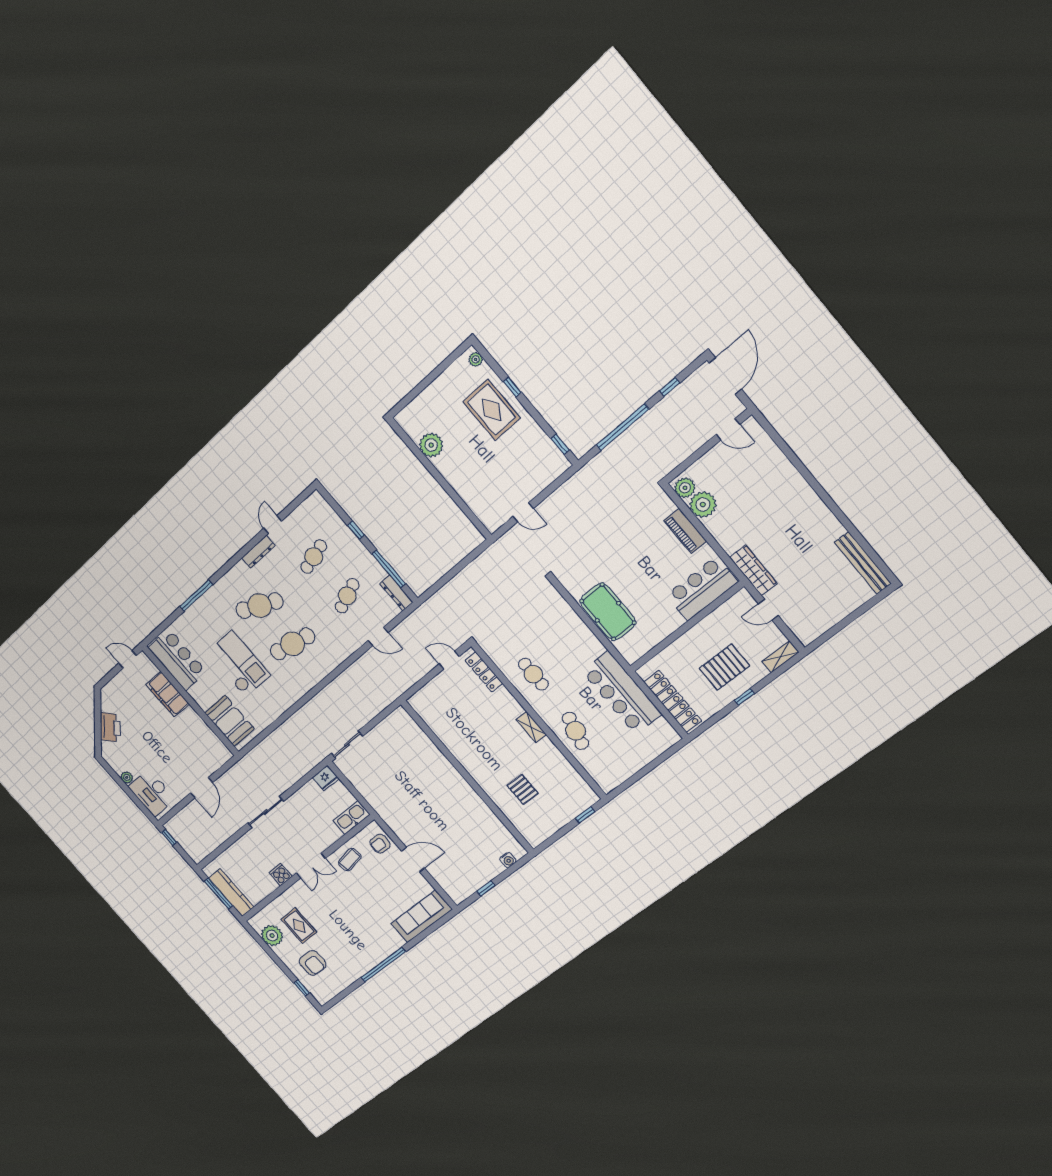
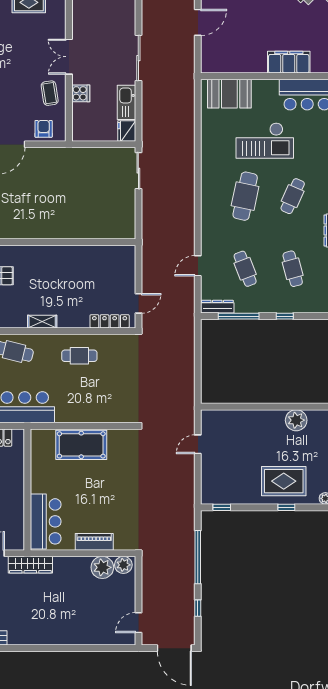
cafe table: (260, 606) -> (293, 196), width x0.73, depth x0.74
door: (201, 788) -> (198, 22), swing flipped
kitchen sink: (352, 818) -> (126, 102), moved, turned 180
cooker: (281, 875) -> (81, 93), moved

